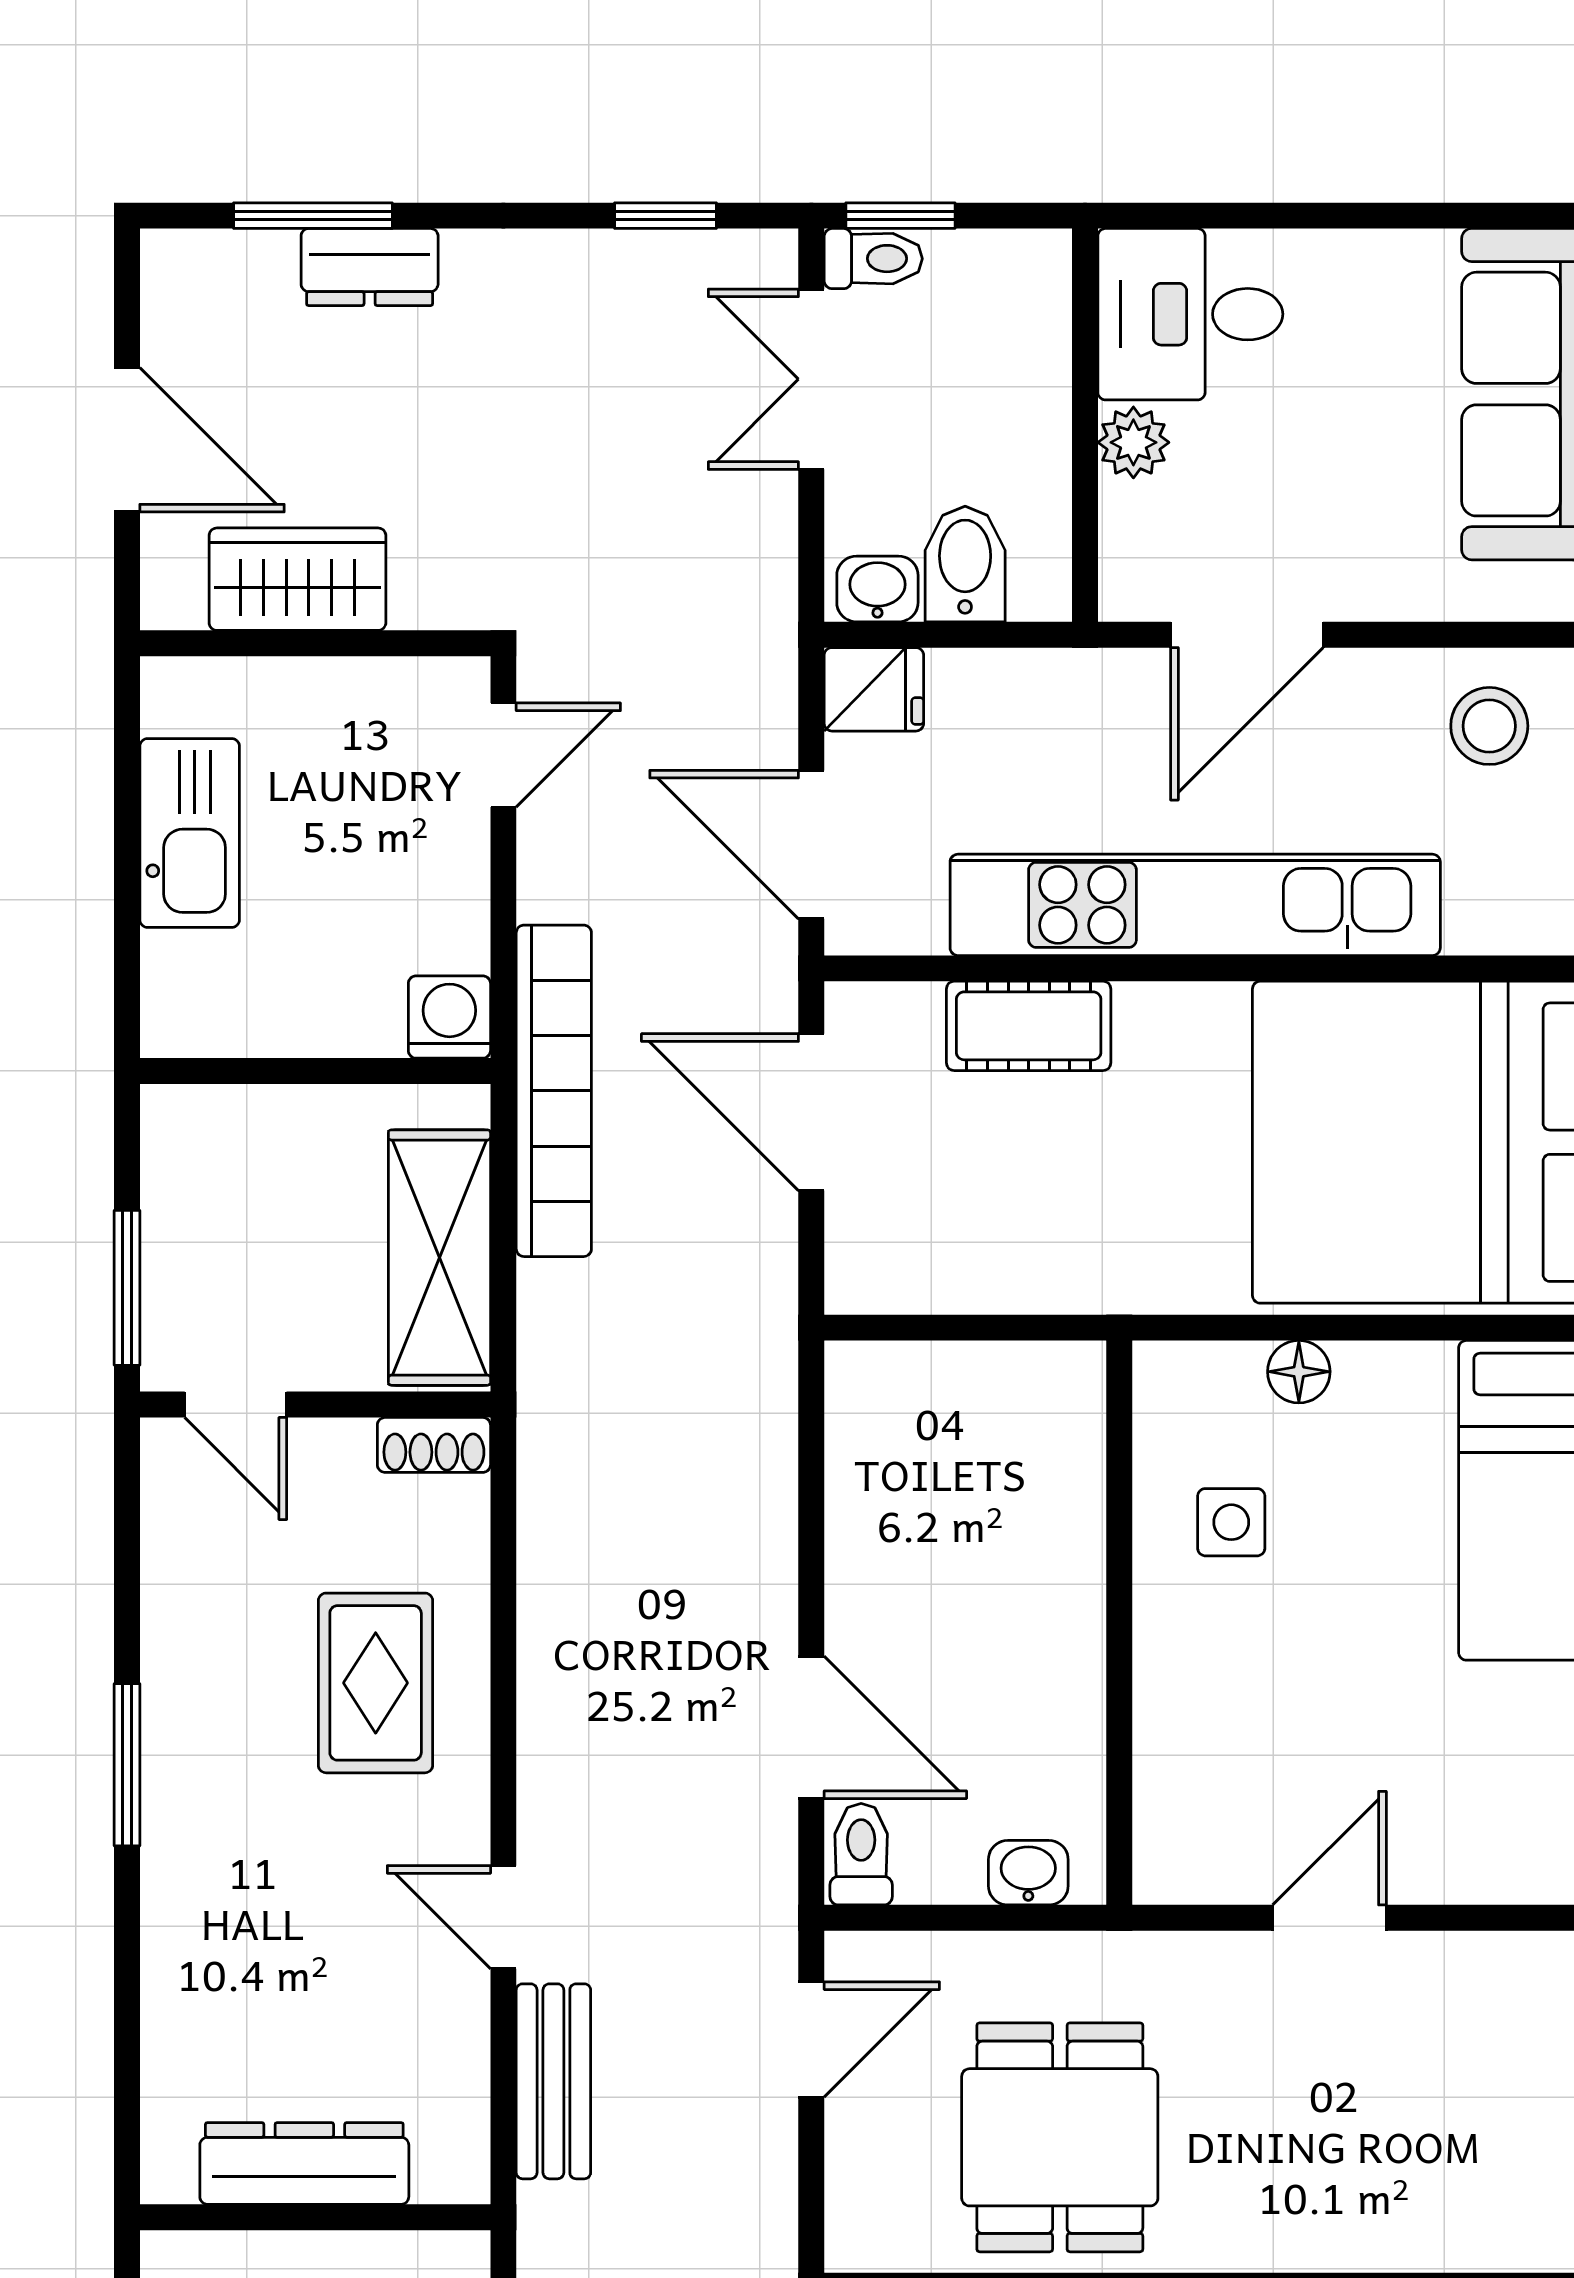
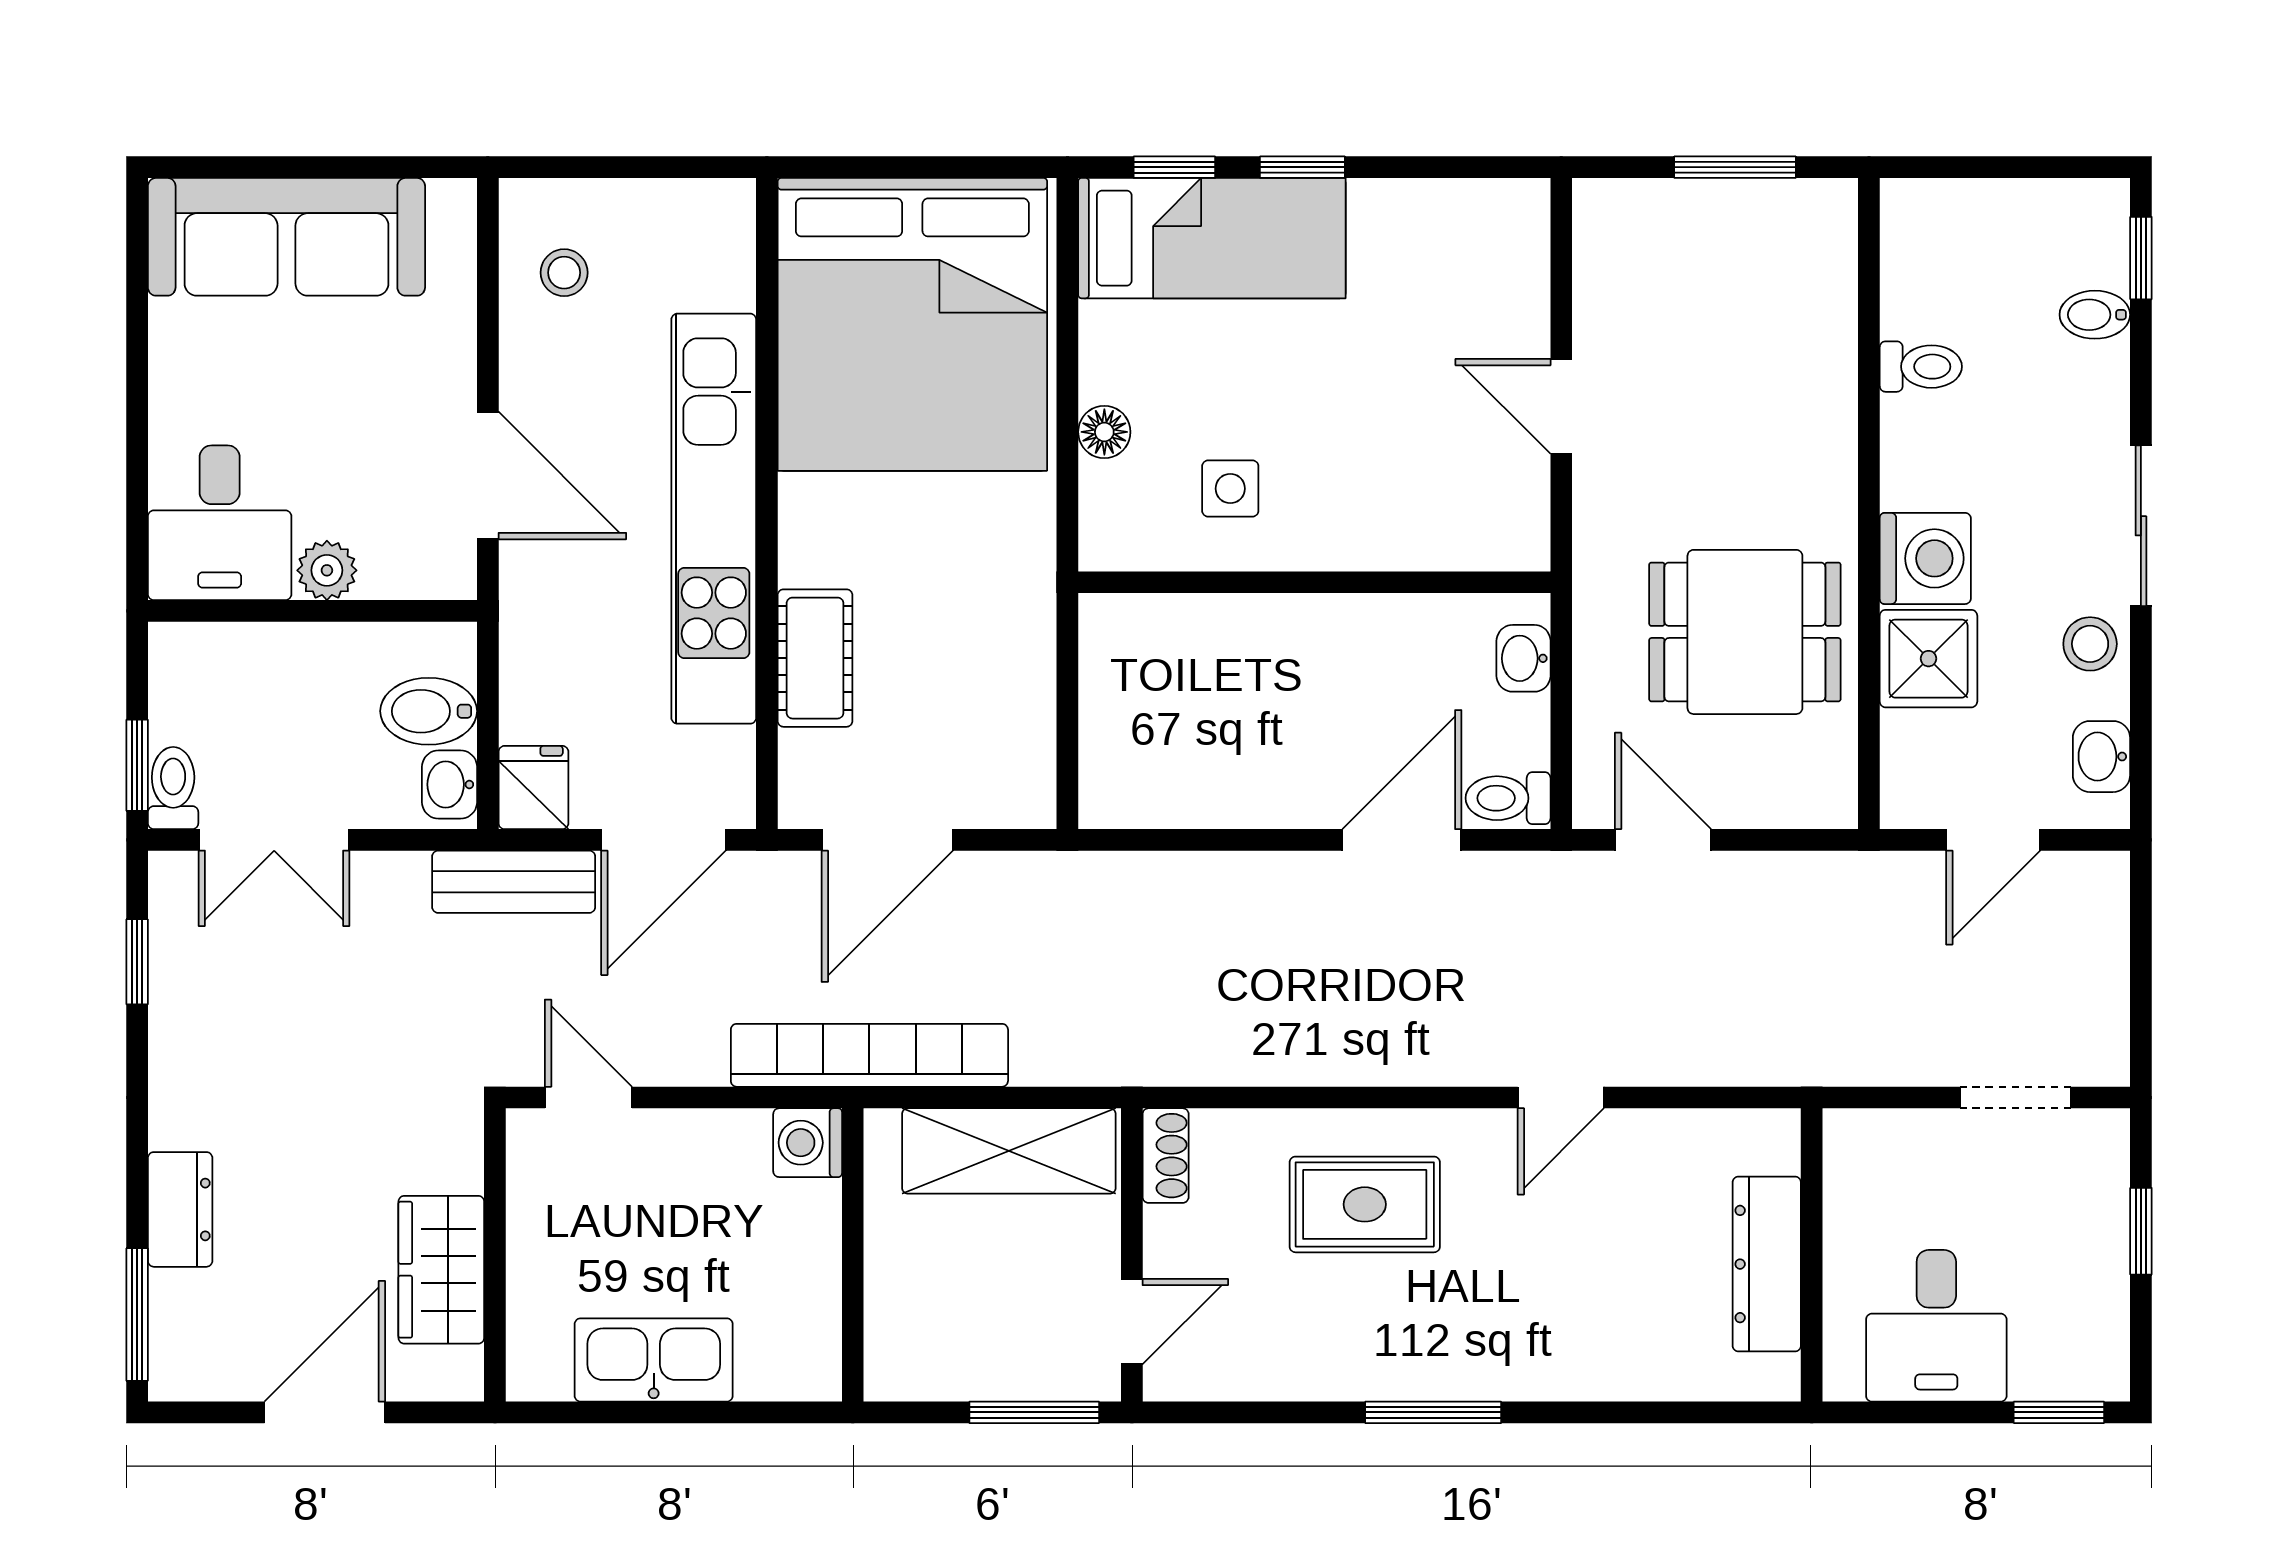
window: (313, 216) -> (137, 1315), moved
stool: (1489, 726) -> (564, 273), width x0.73, depth x0.73
bench: (553, 2081) -> (514, 882), moved

